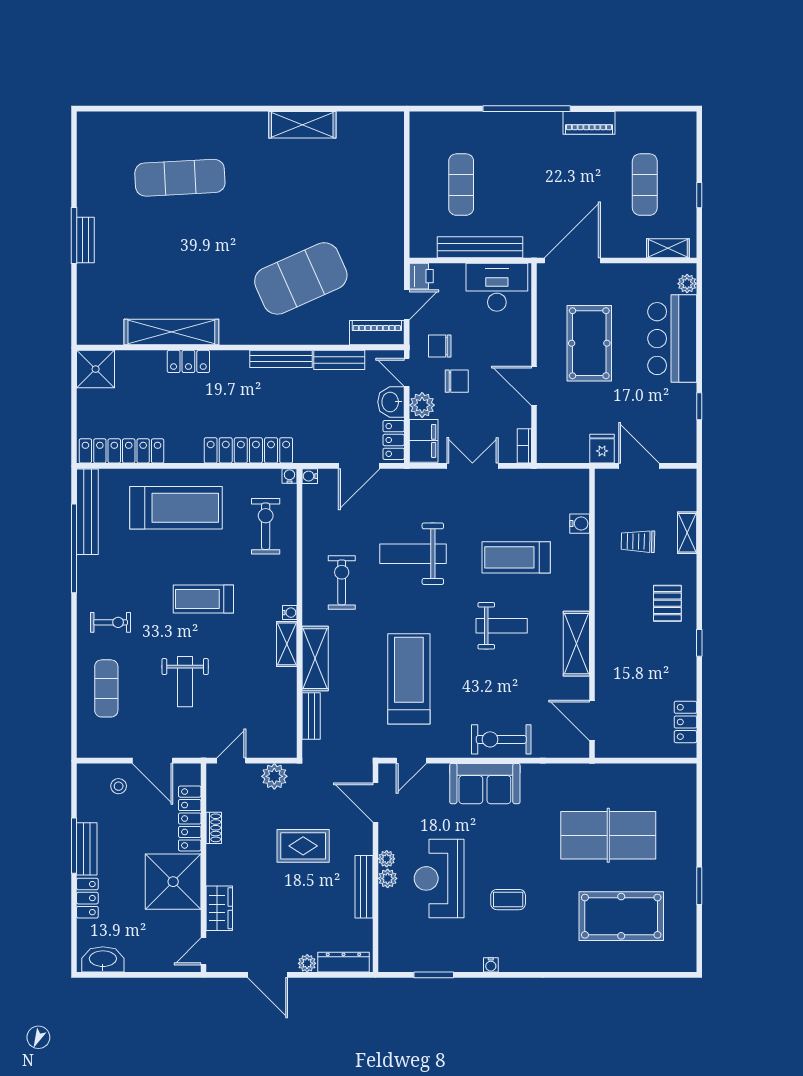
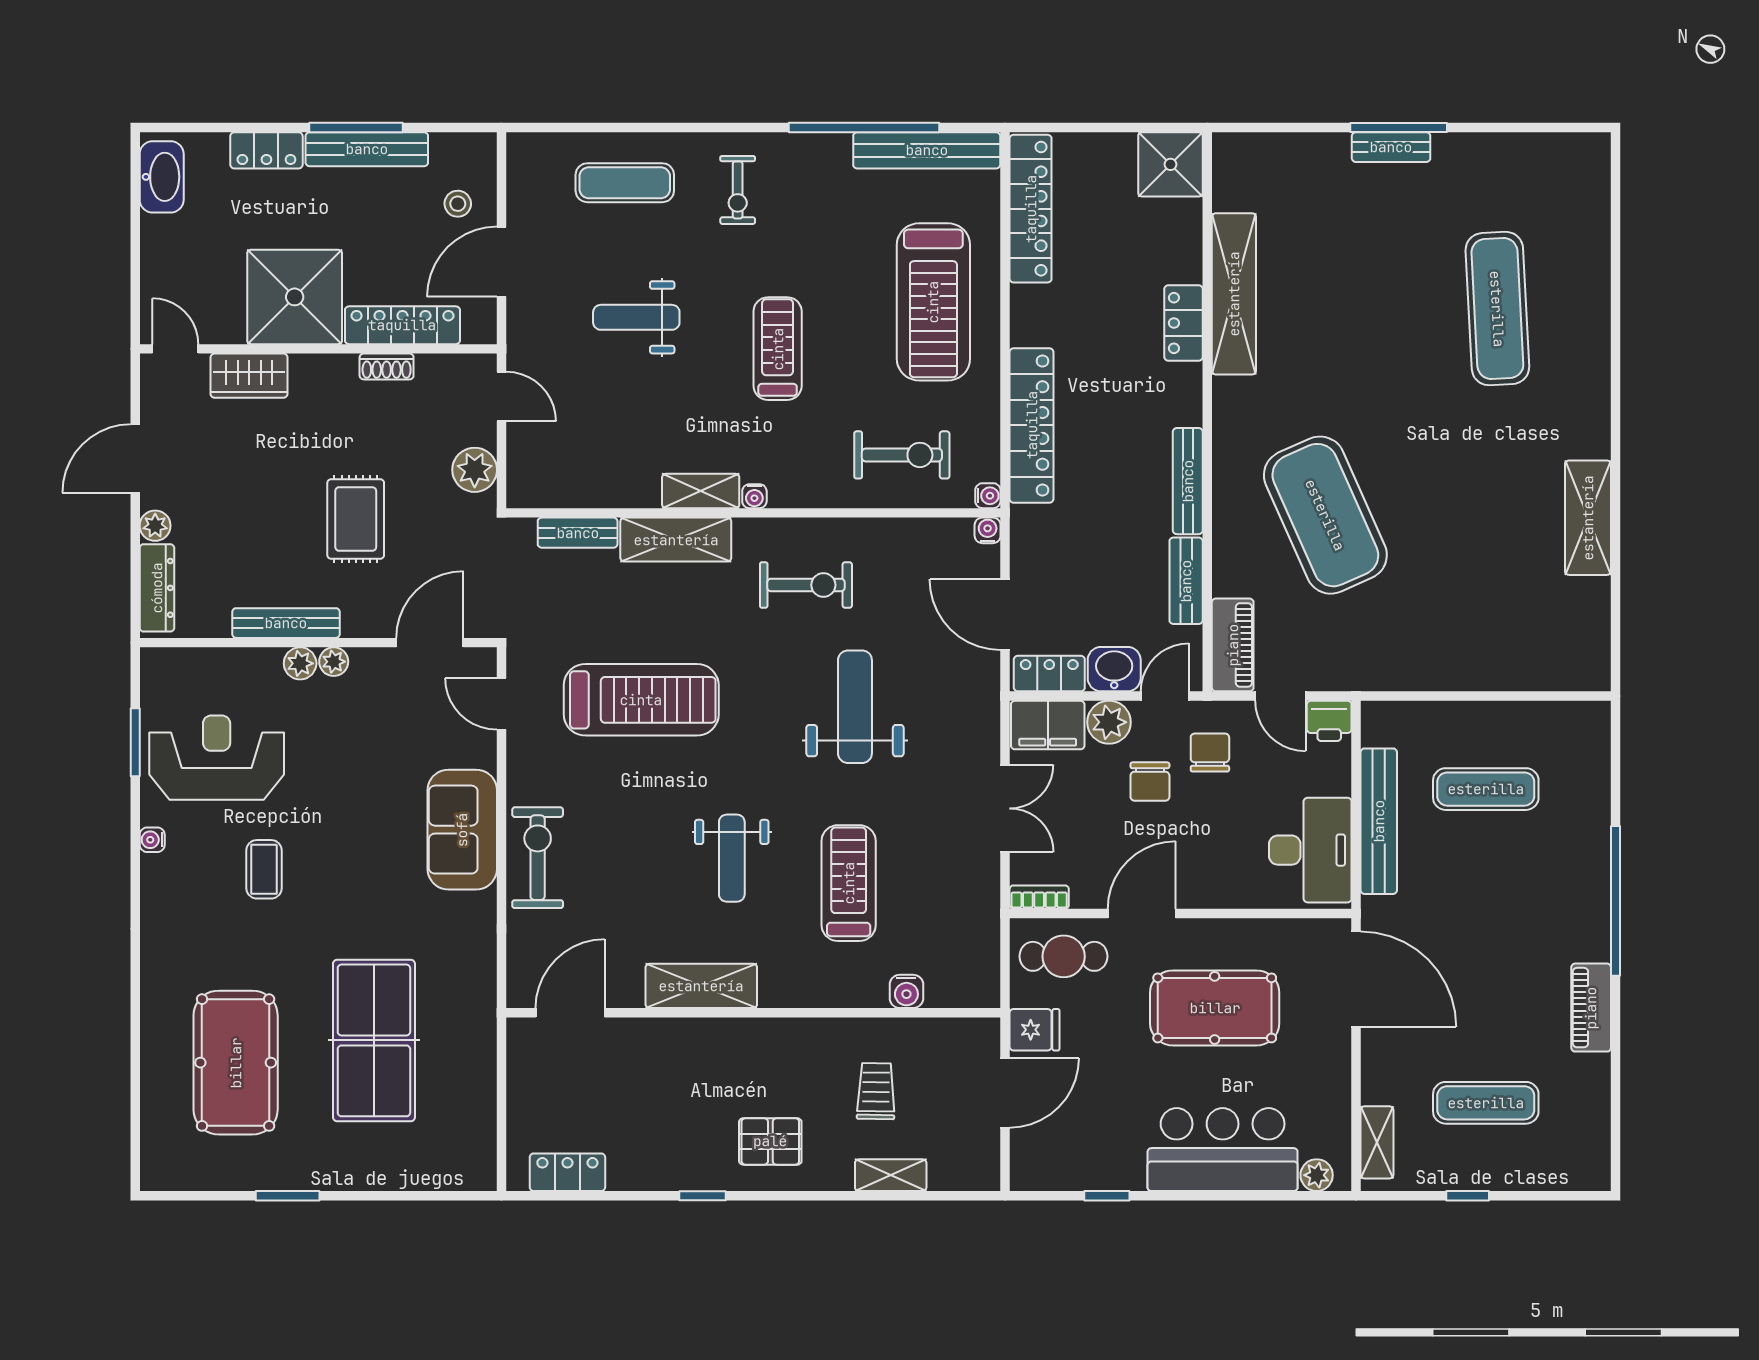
cafe table: (559, 432) -> (1064, 956), added
bench: (87, 849) -> (367, 149), width x1.36
reception desk: (439, 878) -> (217, 758), moved

